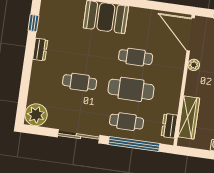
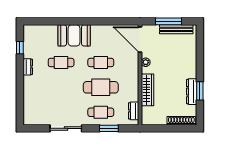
cafe table: (80, 82) -> (61, 62), moved
plant: (36, 115) -> (32, 117), removed
wardrobe: (189, 117) -> (147, 90), moved
window: (134, 144) -> (109, 128), width x0.47

